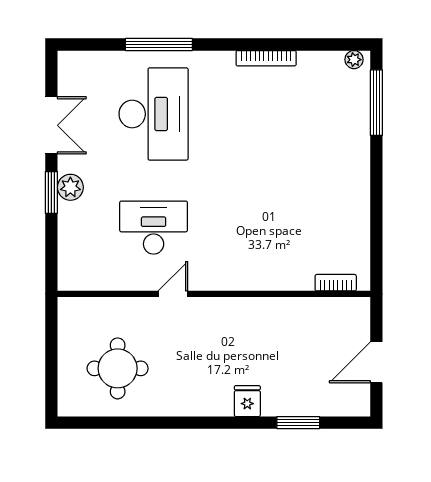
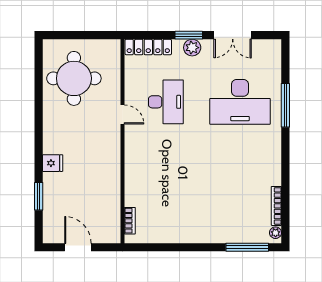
bookcase: (266, 58) -> (276, 206), moved
locker: (69, 255) -> (148, 47), added
round table: (118, 368) -> (74, 78), width x1.36, depth x1.36

